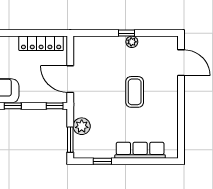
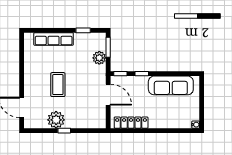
plant: (132, 42) -> (56, 120), width x1.87, depth x1.87
window: (13, 106) -> (142, 74), moved

